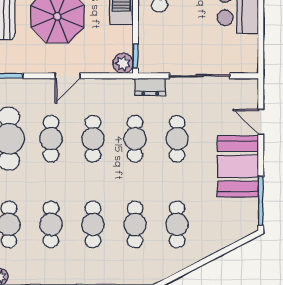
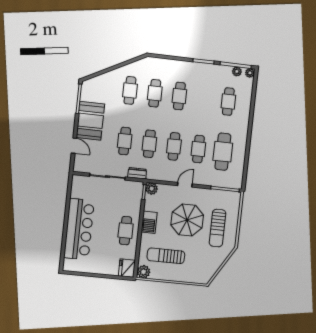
cafe table: (51, 224) -> (204, 99), removed

